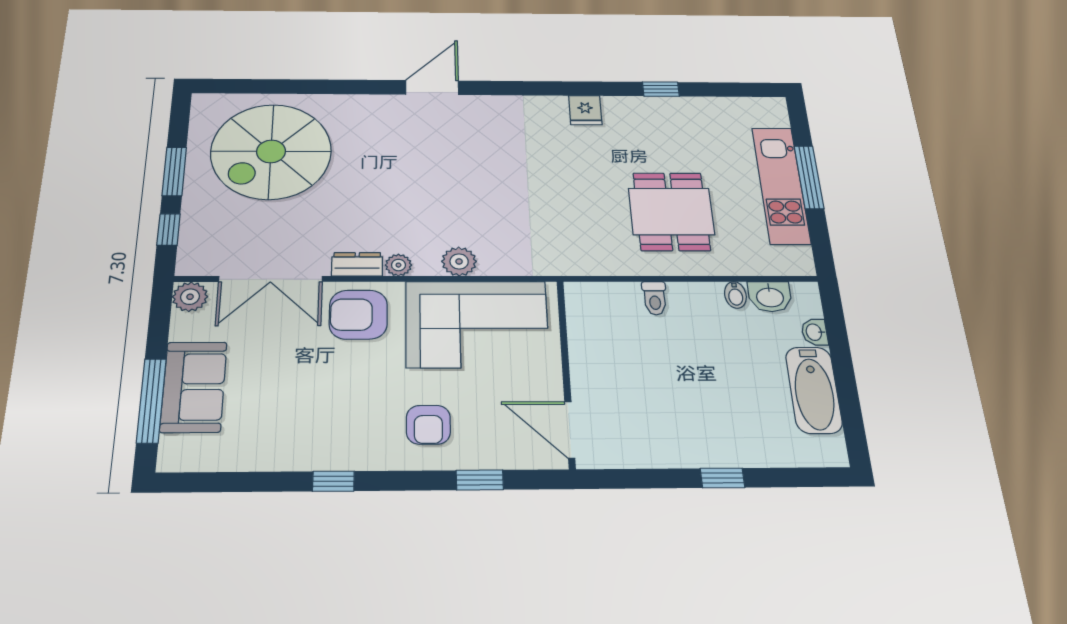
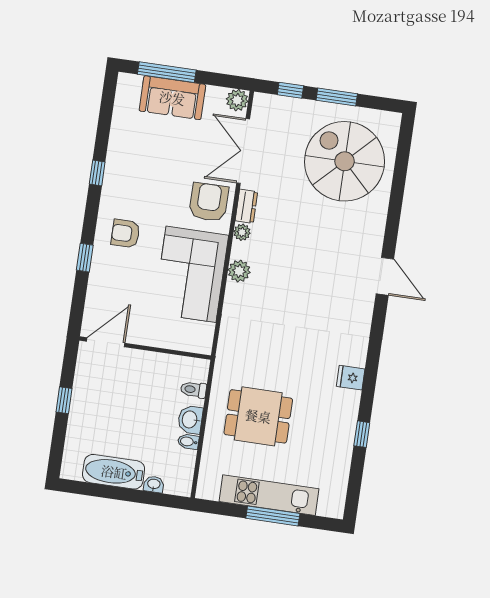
washbasin: (770, 297) -> (190, 420), moved
wall: (566, 372) -> (145, 348), moved
door: (570, 430) -> (106, 342), moved

